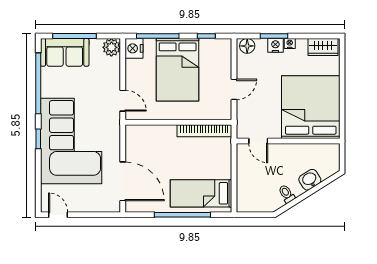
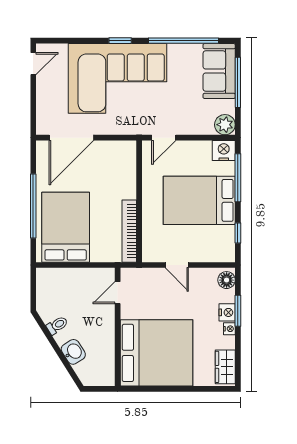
bed: (201, 193) -> (66, 227), width x1.50

